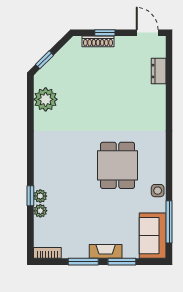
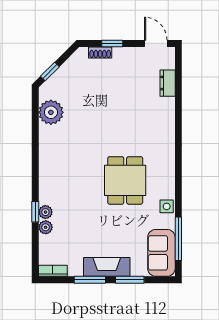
shoe rack: (98, 41) -> (100, 52), width x0.70
fireplace: (106, 251) -> (107, 267), width x1.37, depth x1.32

